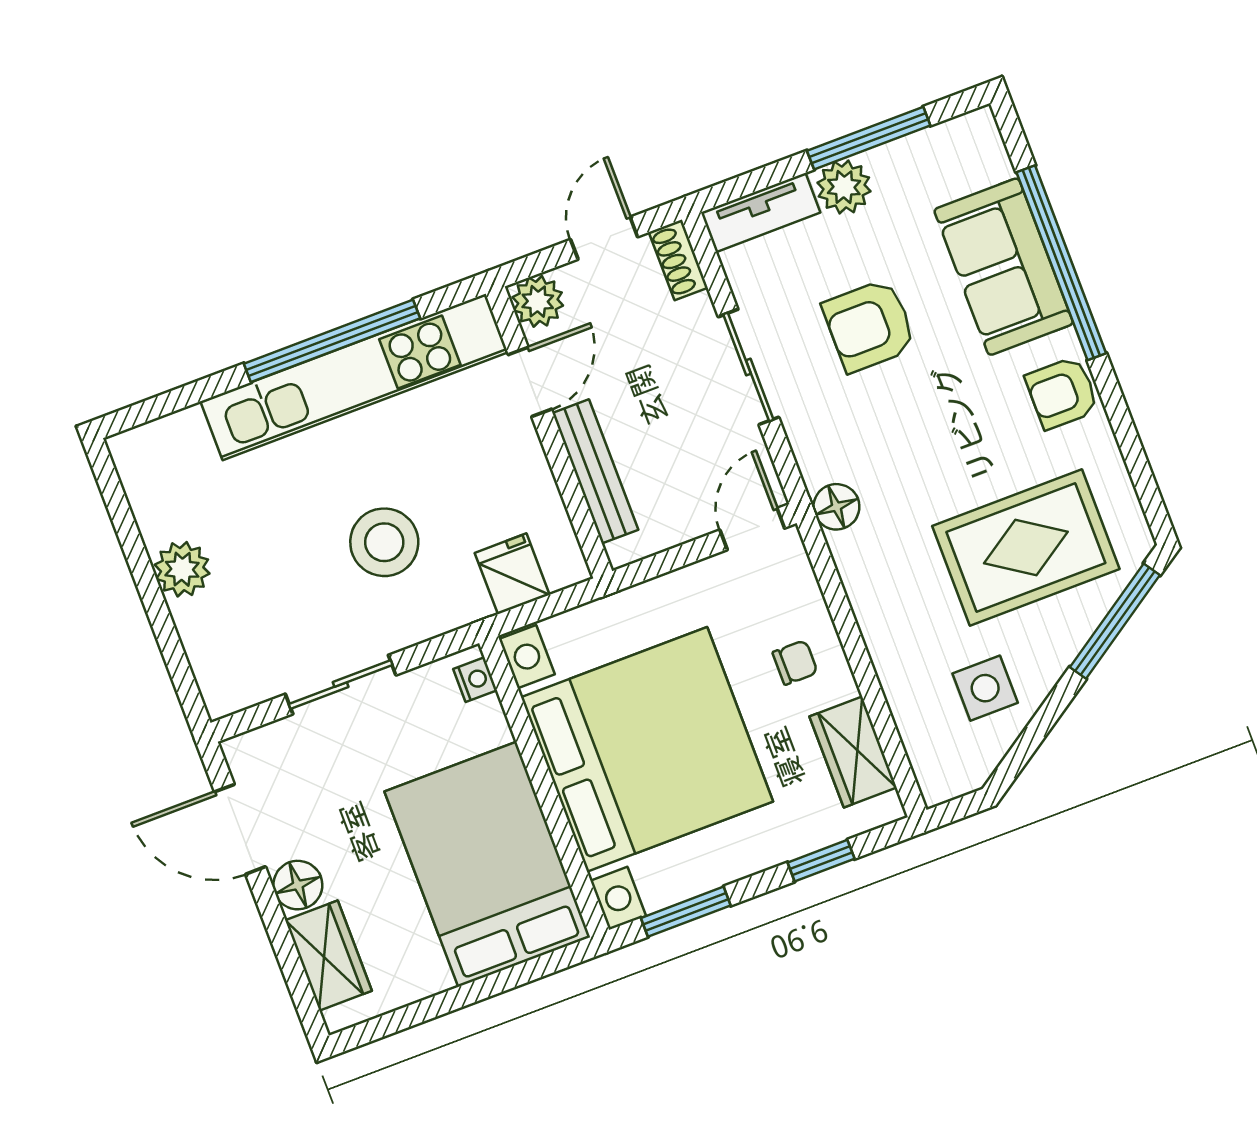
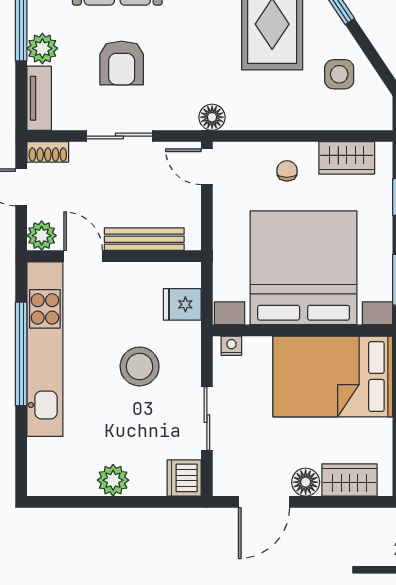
dishwasher: (230, 684) -> (184, 478), added

